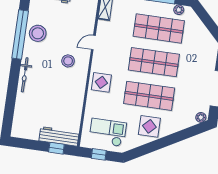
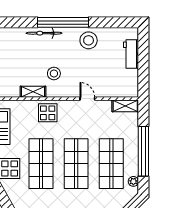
window: (20, 34) -> (63, 22), moved
stool: (68, 61) -> (54, 73), moved
shelving: (79, 93) -> (33, 92), added

